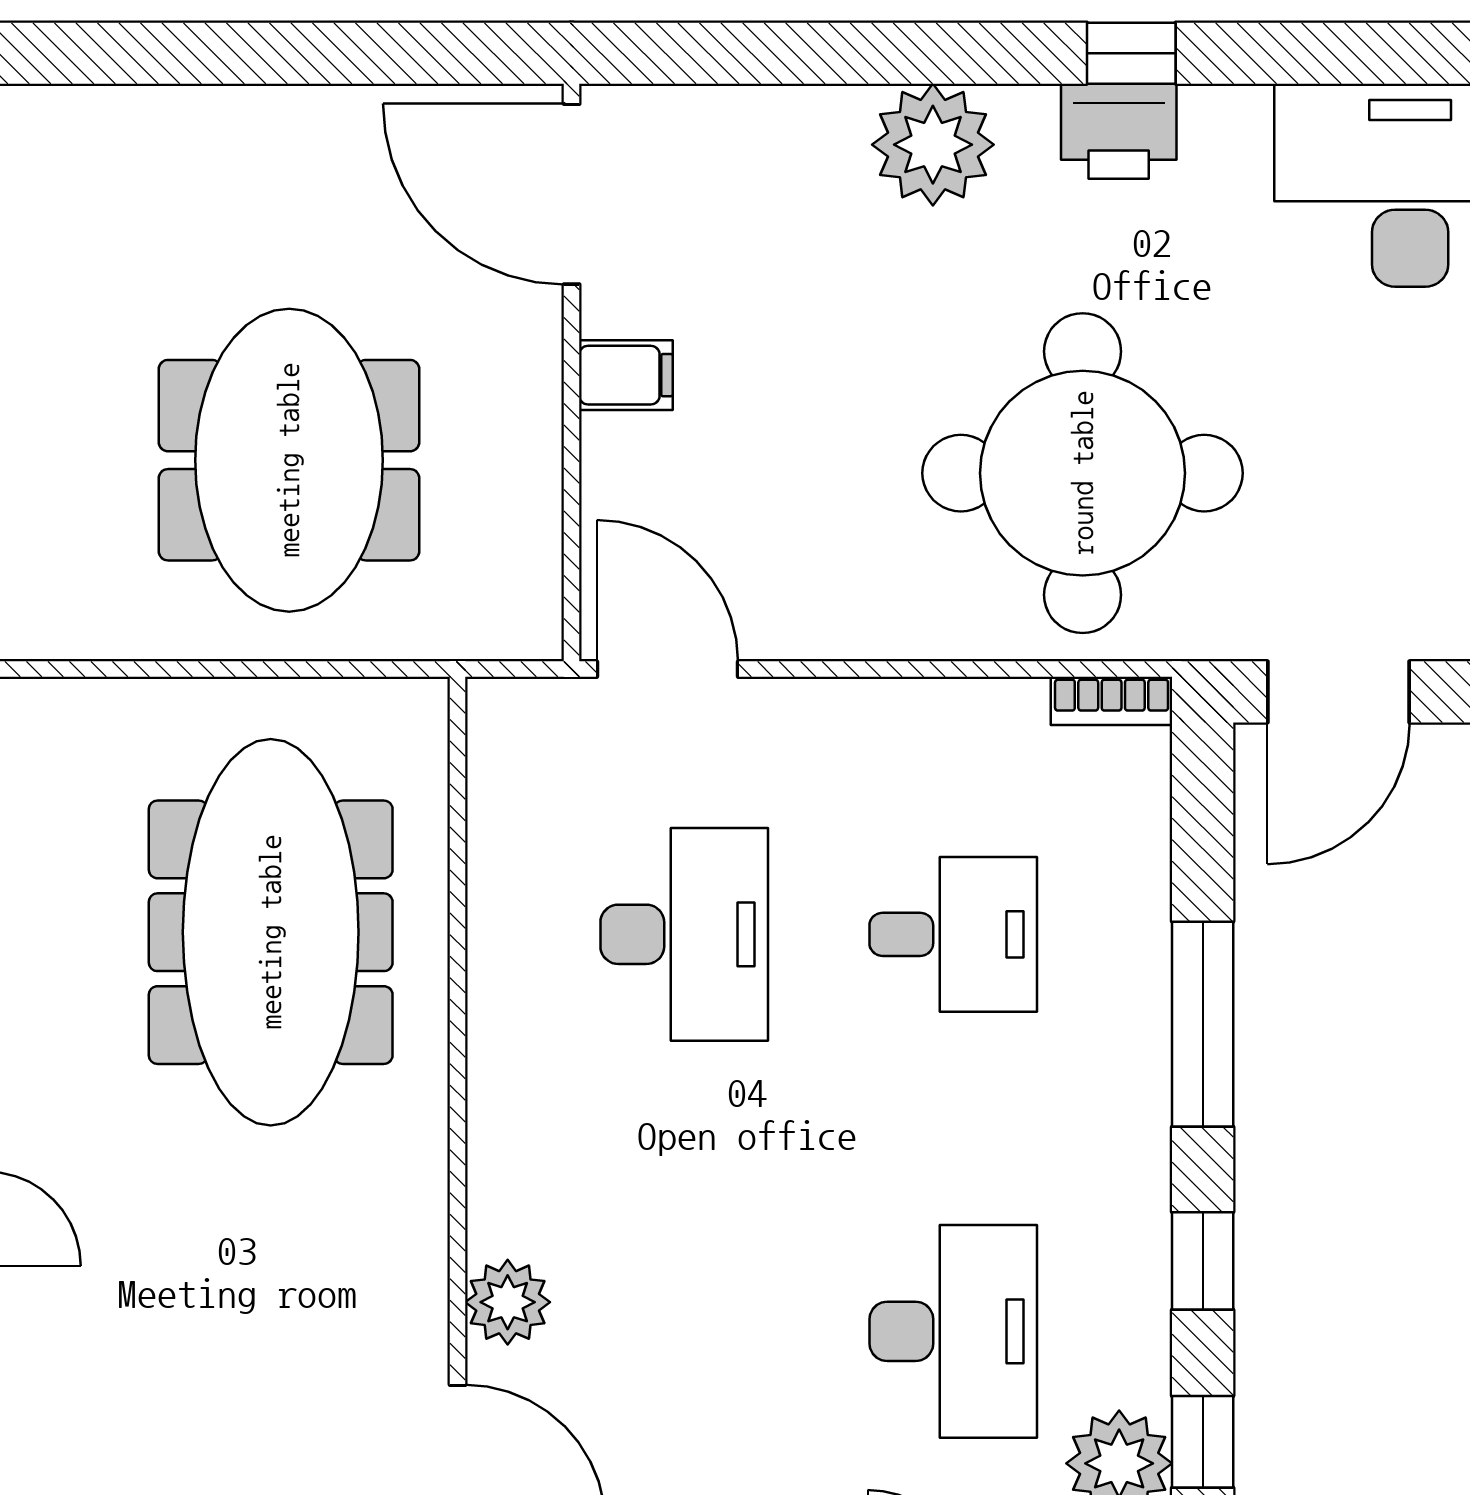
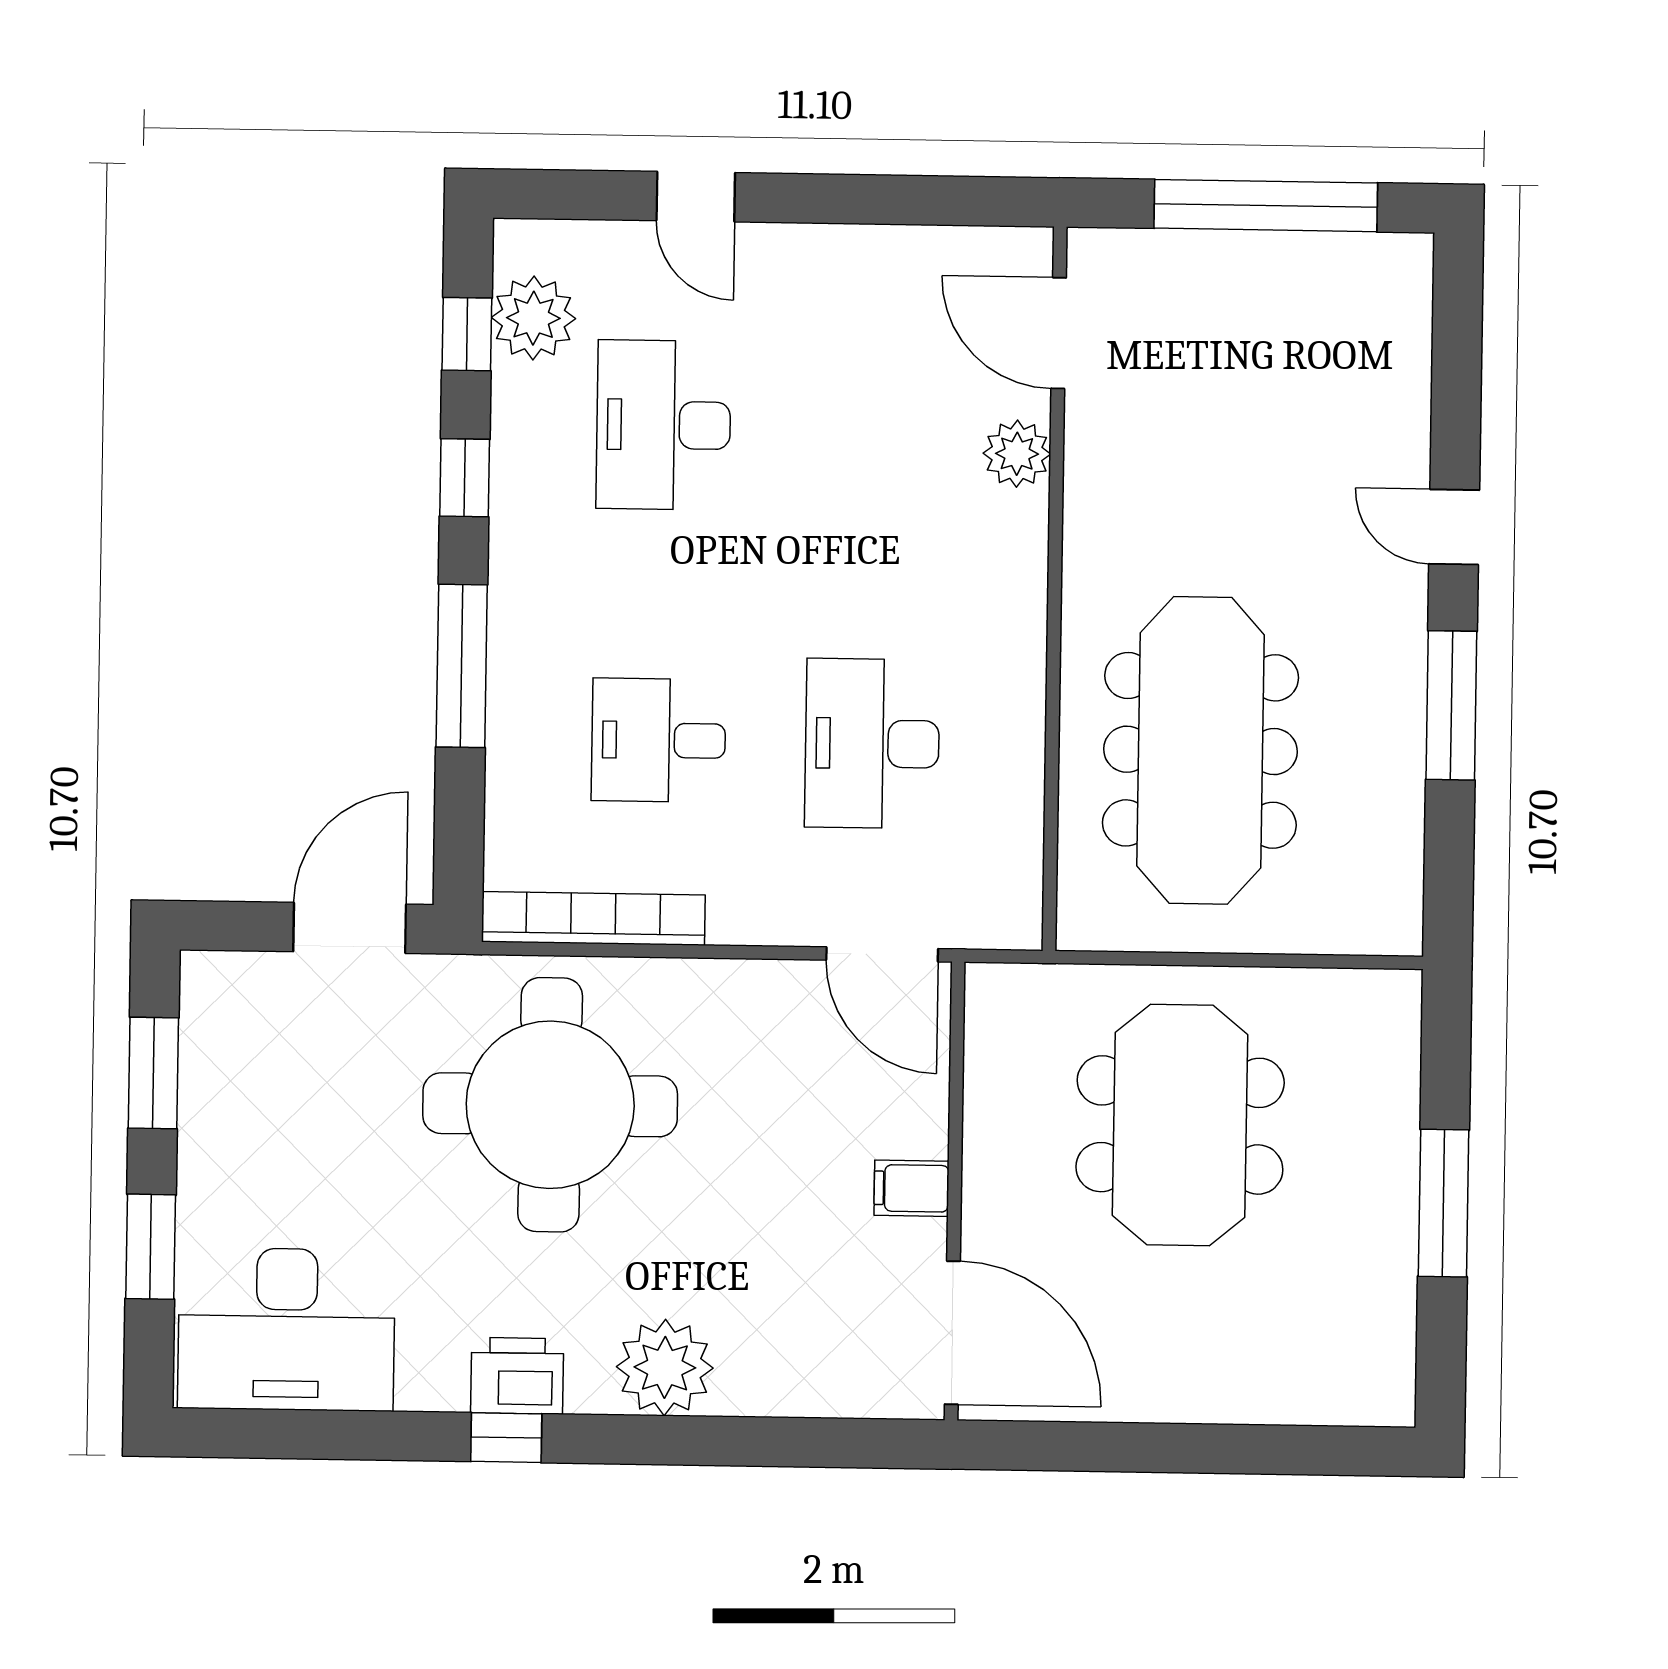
bookcase: (1112, 701) -> (593, 919), width x2.31, depth x1.31

